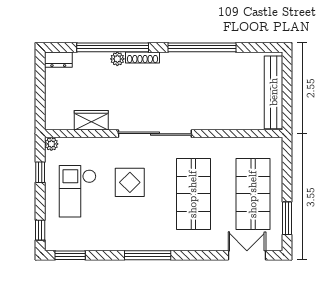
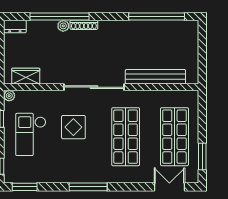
window: (202, 47) -> (157, 17), moved
bench: (274, 92) -> (155, 77), moved, turned 90
wardrobe: (91, 120) -> (26, 76), moved

